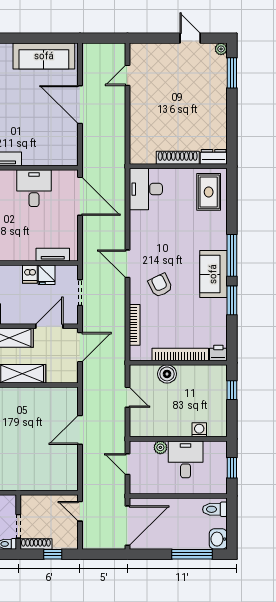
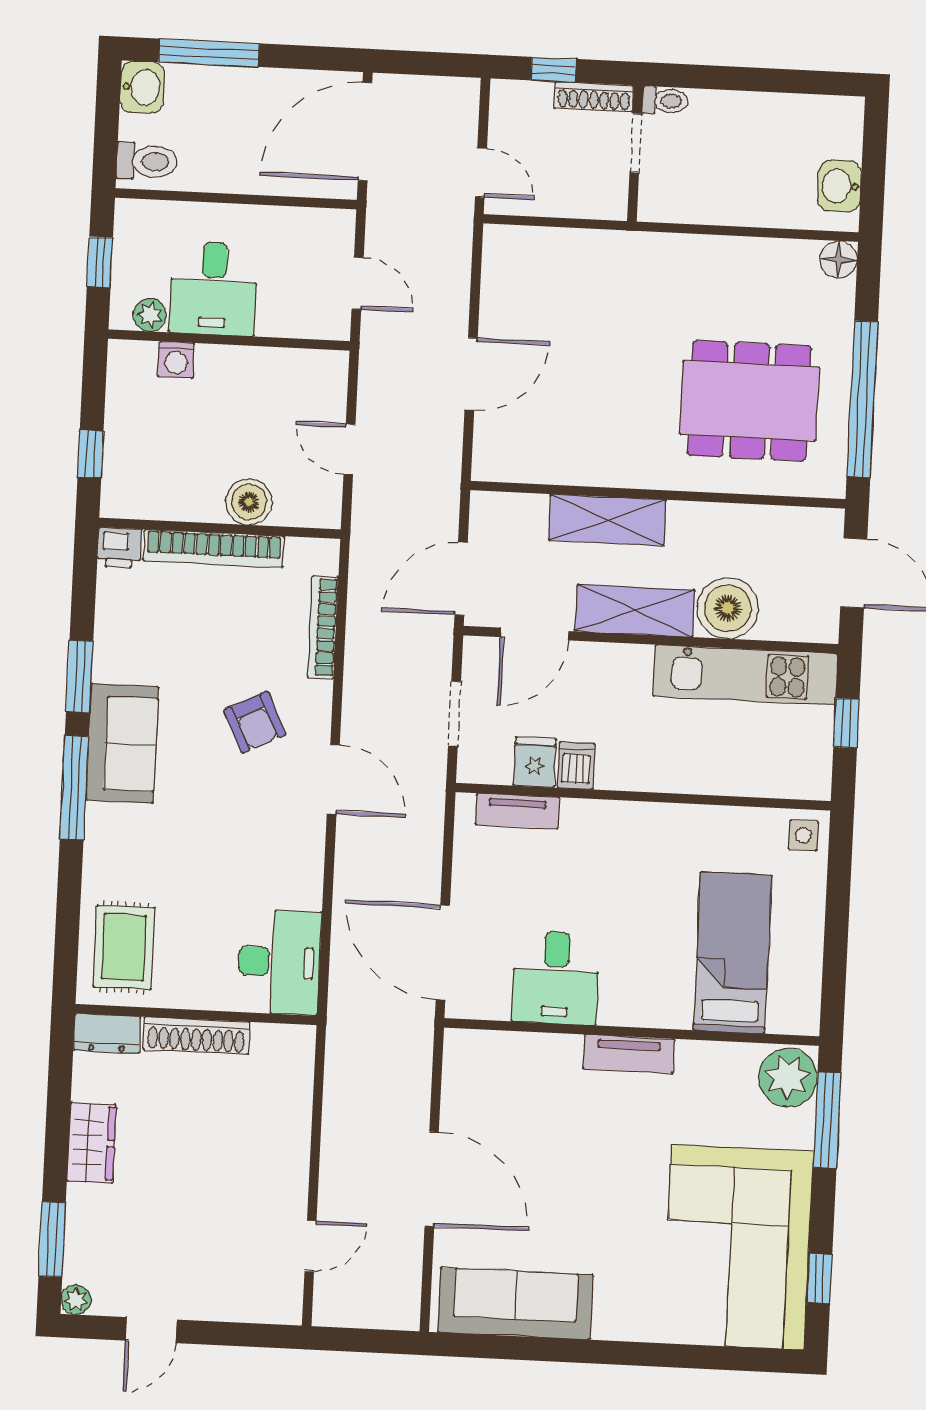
door: (190, 38) -> (151, 1330), hinge flipped
wardrobe: (218, 113) -> (92, 1143), added
plant: (160, 447) -> (150, 315), moved

